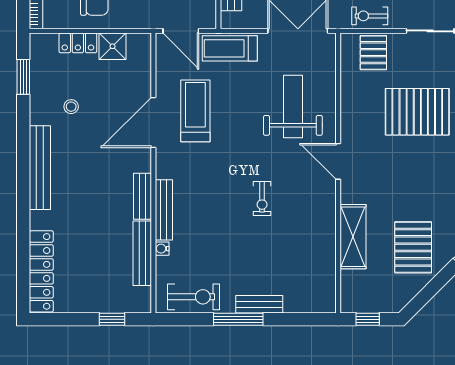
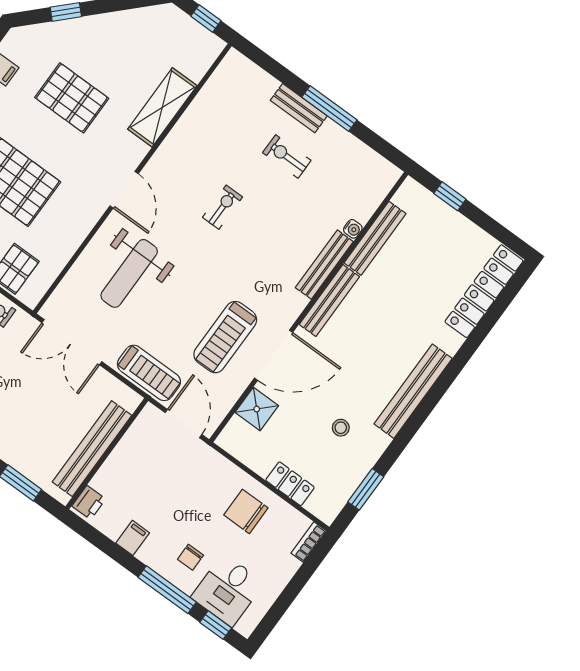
shower: (113, 46) -> (257, 409), moved
bench: (142, 196) -> (329, 300), width x1.36
pallet: (413, 247) -> (72, 98), moved, turned 90
exercise bike: (193, 297) -> (287, 157), moved, width x0.73, depth x0.72

